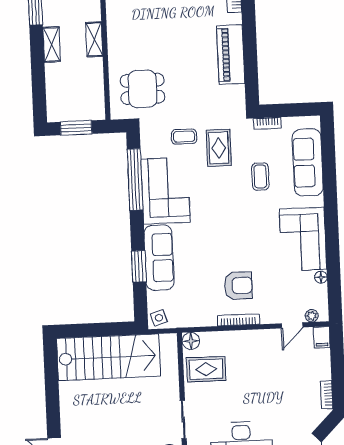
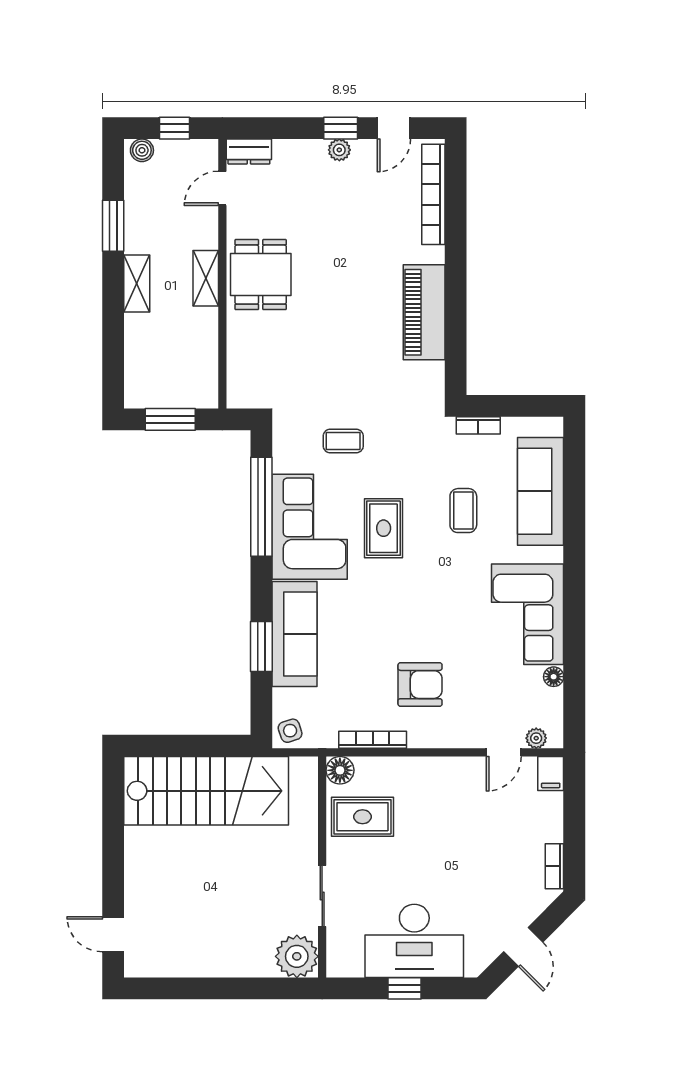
dining table: (143, 89) -> (261, 275), moved, turned 90
rug: (219, 148) -> (384, 528), moved
bookcase: (238, 320) -> (373, 740), moved

